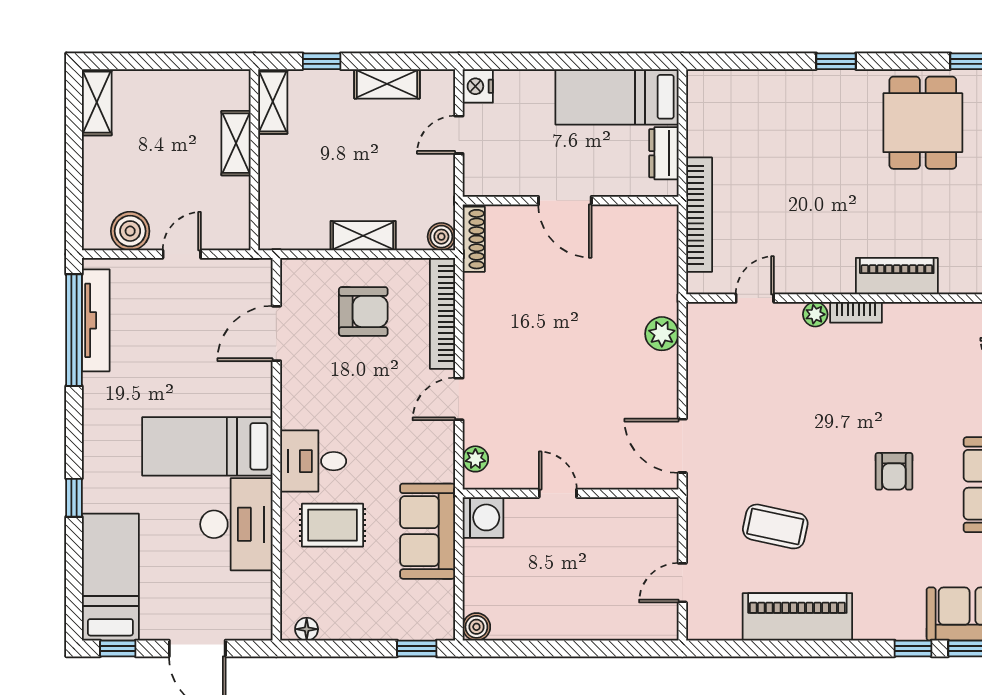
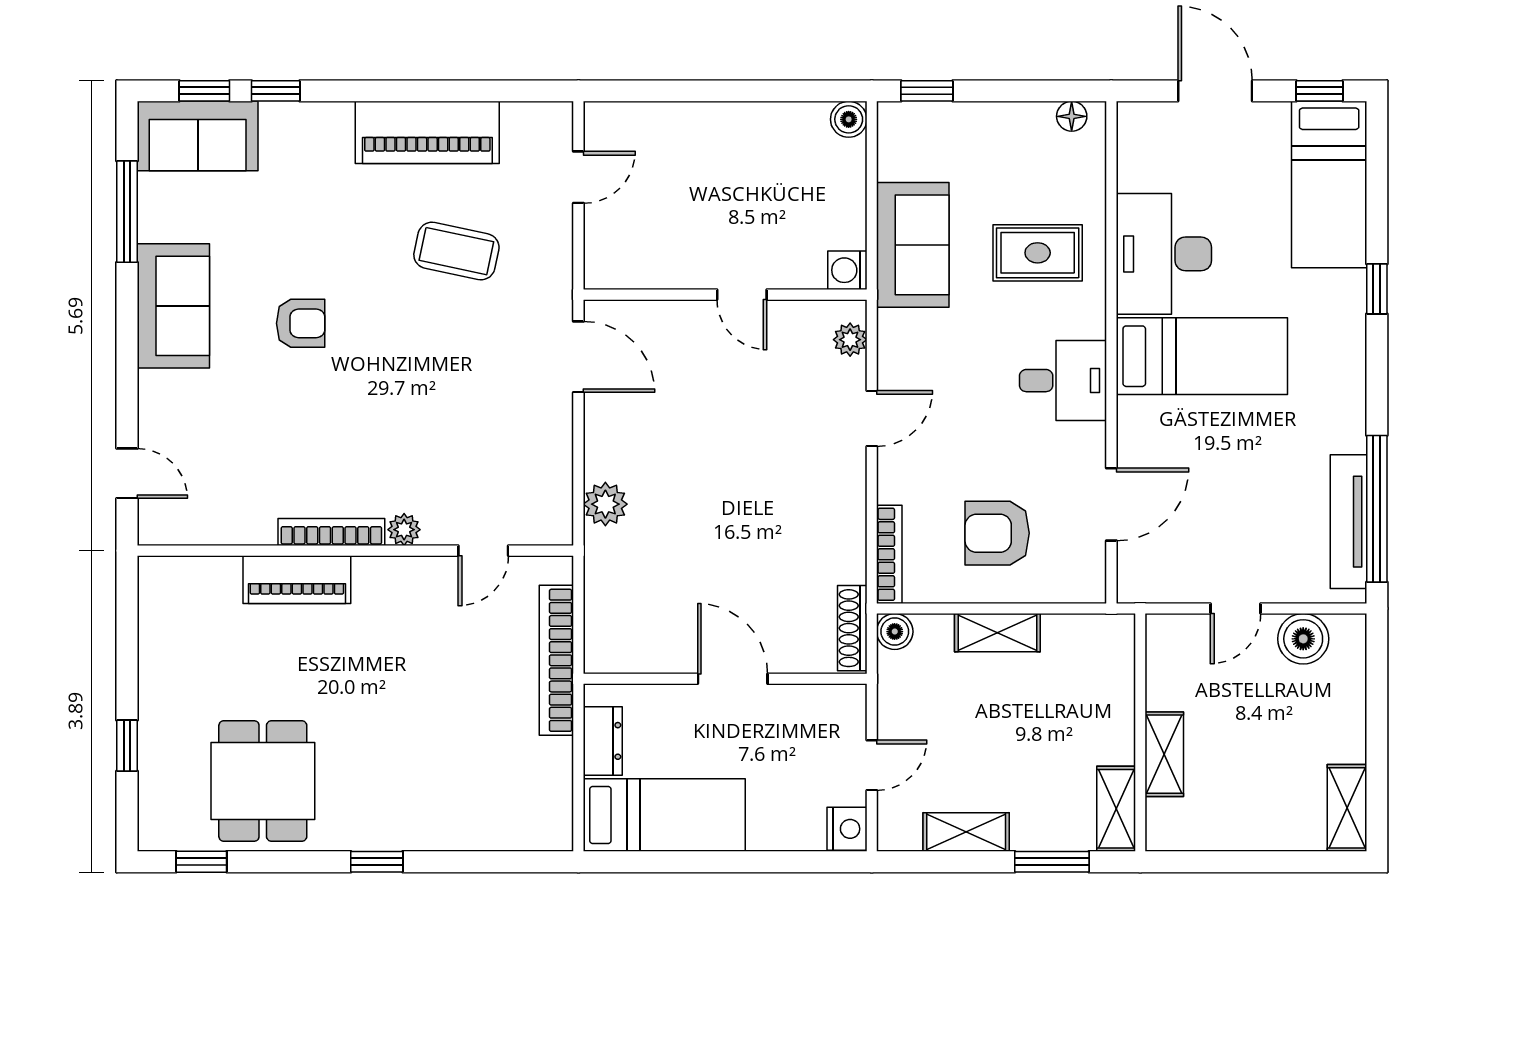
window: (322, 61) -> (1052, 862), width x1.50
bookcase: (856, 312) -> (331, 532), width x1.56
bookcase: (443, 313) -> (889, 554), width x0.68, depth x0.76
desk: (313, 461) -> (1063, 381), moved
armchair: (894, 471) -> (301, 323), turned 90
washing machine: (483, 517) -> (847, 270), width x0.73, depth x0.73

